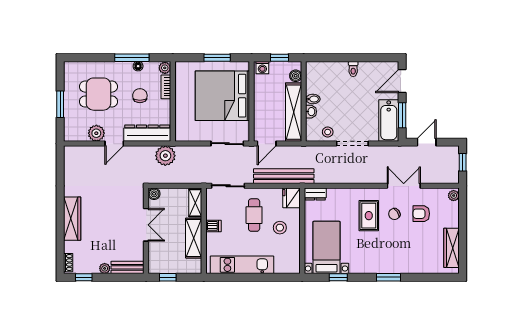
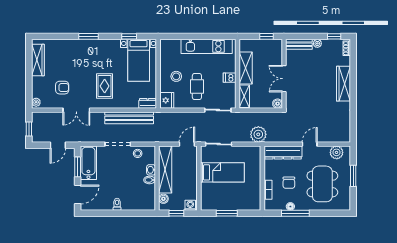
plant: (165, 68) -> (269, 205), removed
dining table: (98, 94) -> (322, 184), width x1.38
bed: (222, 96) -> (222, 172), width x0.49
plant: (96, 133) -> (337, 152), moved
plant: (165, 156) -> (258, 134), moved
bench: (284, 176) -> (129, 118), moved
chair: (394, 214) -> (84, 87), removed

